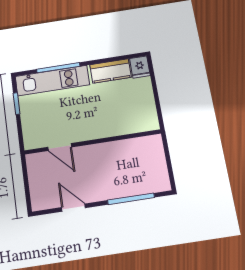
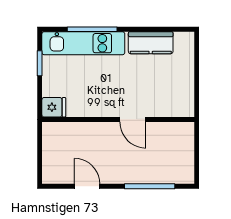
fridge: (140, 67) -> (54, 107), moved, turned -90
door: (60, 147) -> (133, 119), moved

